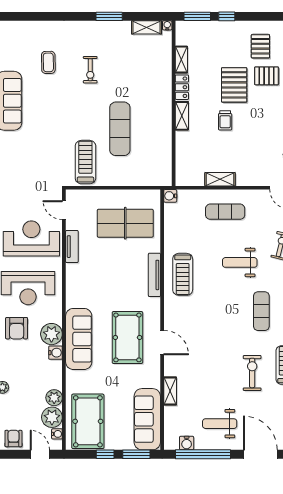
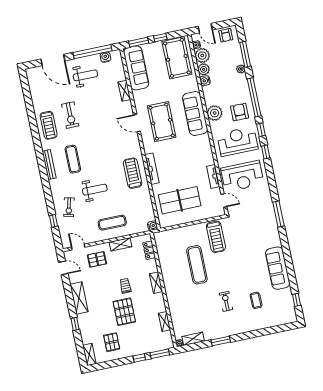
pallet: (267, 76) -> (97, 259), moved
locker: (182, 87) -> (149, 250), moved
water cooler: (55, 353) -> (205, 81), moved

